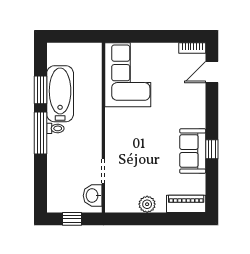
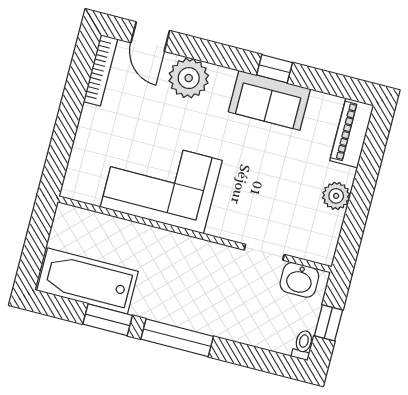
bookcase: (192, 48) -> (101, 70), width x1.56
corner sofa: (128, 75) -> (161, 184), moved
bathtub: (60, 94) -> (88, 281), moved
plant: (194, 101) -> (189, 78), added
toilet: (55, 128) -> (303, 345), moved

